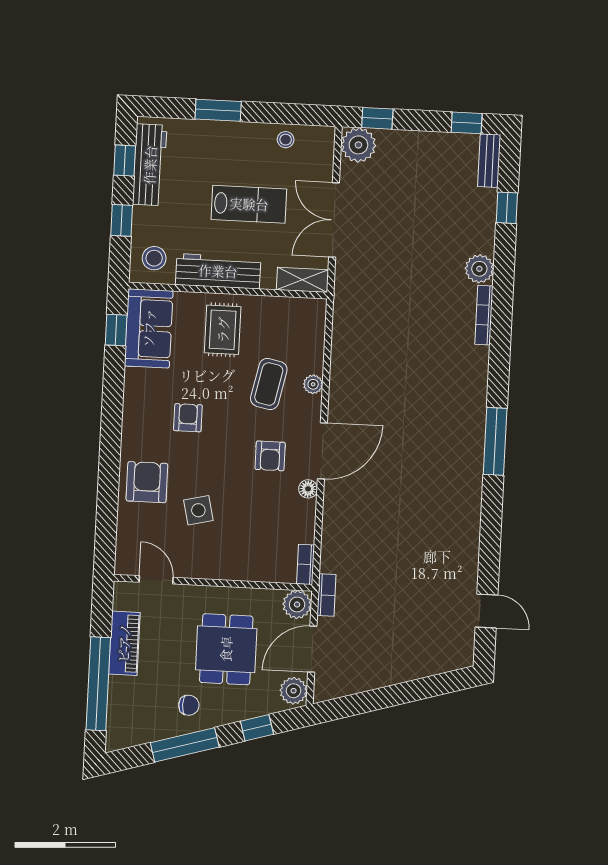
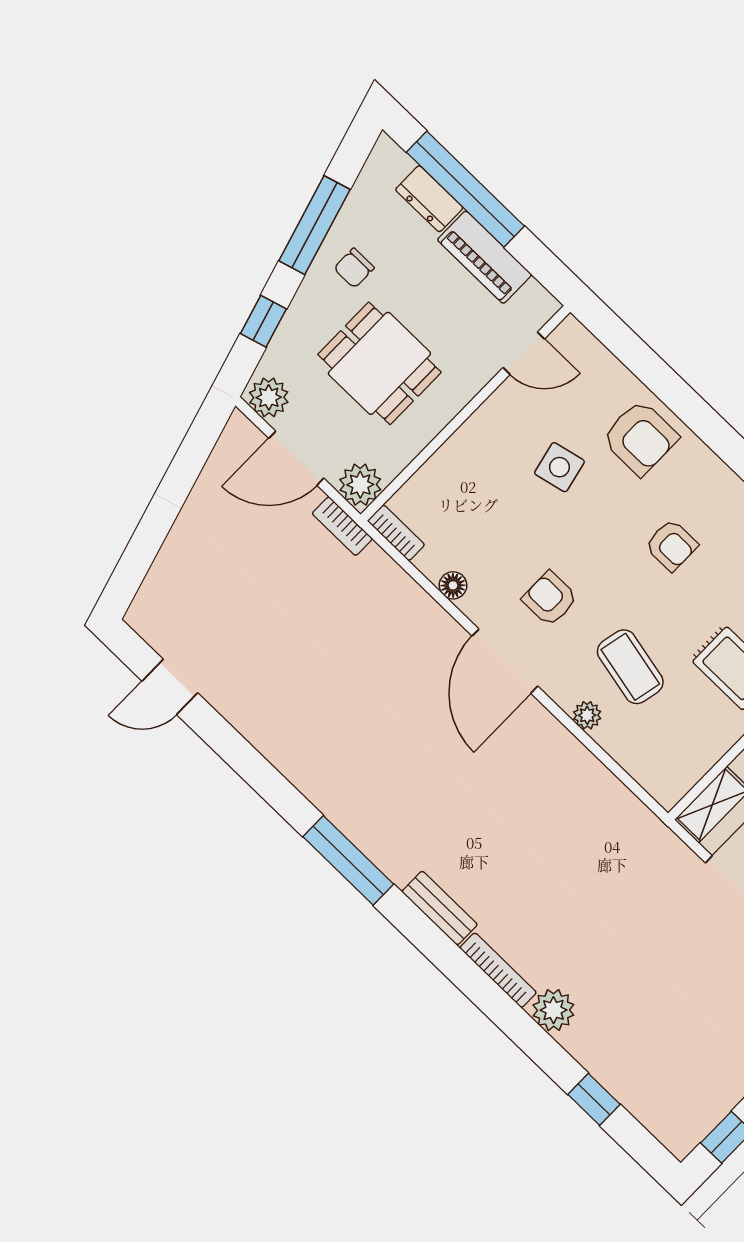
bench: (489, 161) -> (440, 908), moved
floor lamp: (308, 489) -> (453, 585), moved
door: (312, 649) -> (296, 458), swing flipped
dresser: (119, 698) -> (429, 199), added

